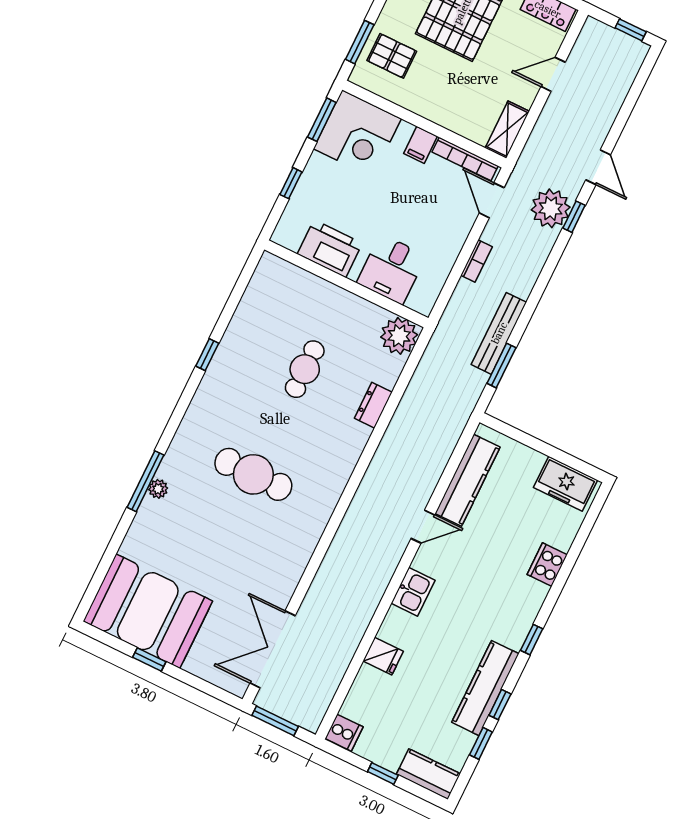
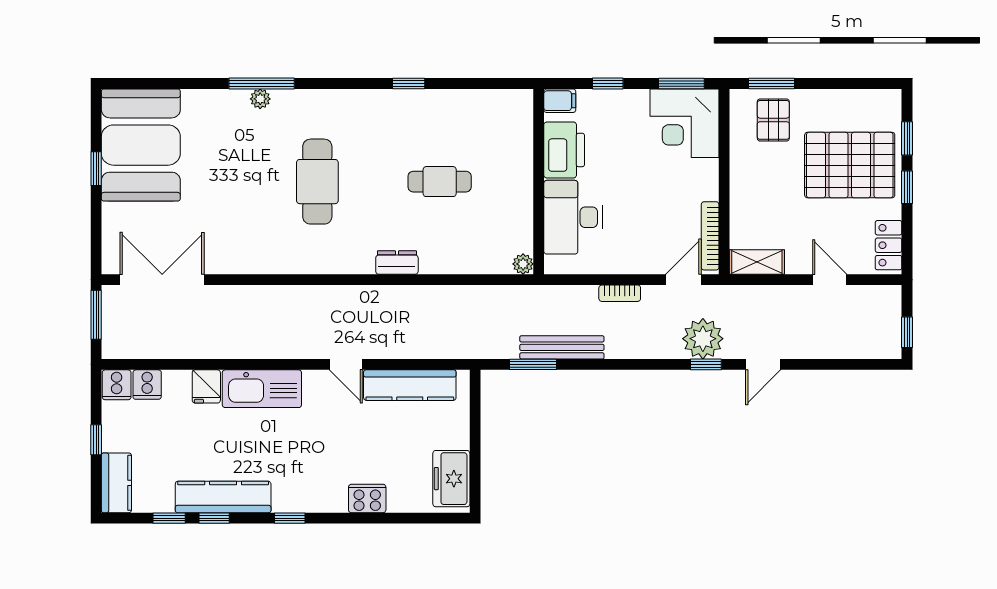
filing cabinet: (421, 145) -> (560, 101), moved, turned 180
desk: (391, 269) -> (573, 217), width x1.37
plant: (399, 336) -> (523, 264), width x0.53, depth x0.53
dresser: (373, 405) -> (397, 262), moved
kitchen sink: (413, 592) -> (262, 389), width x1.87, depth x1.24
cooker: (357, 706) -> (147, 385), added

